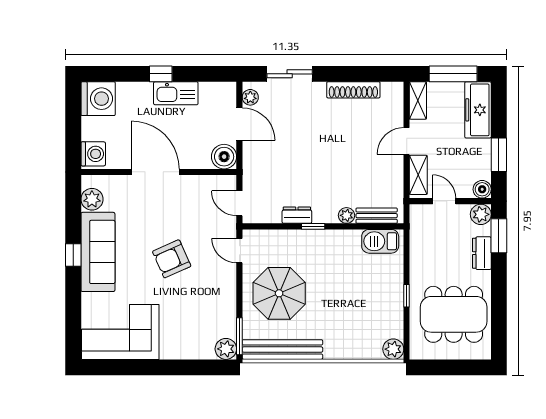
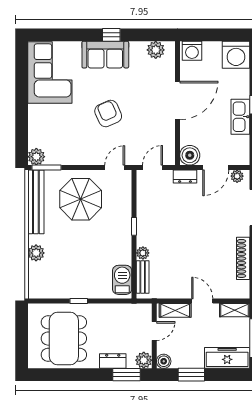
dresser: (297, 215) -> (185, 176), moved, turned 90
sofa: (98, 252) -> (105, 55), width x0.73
plant: (393, 349) -> (36, 253), moved

